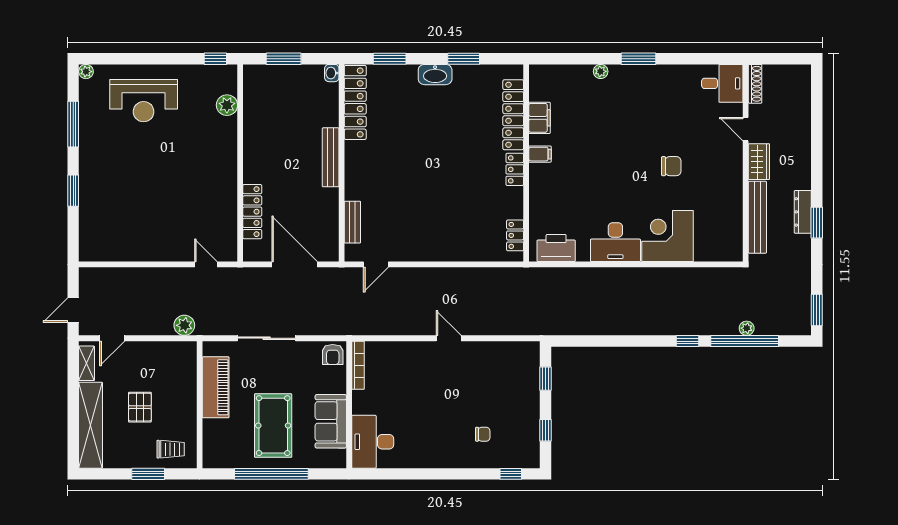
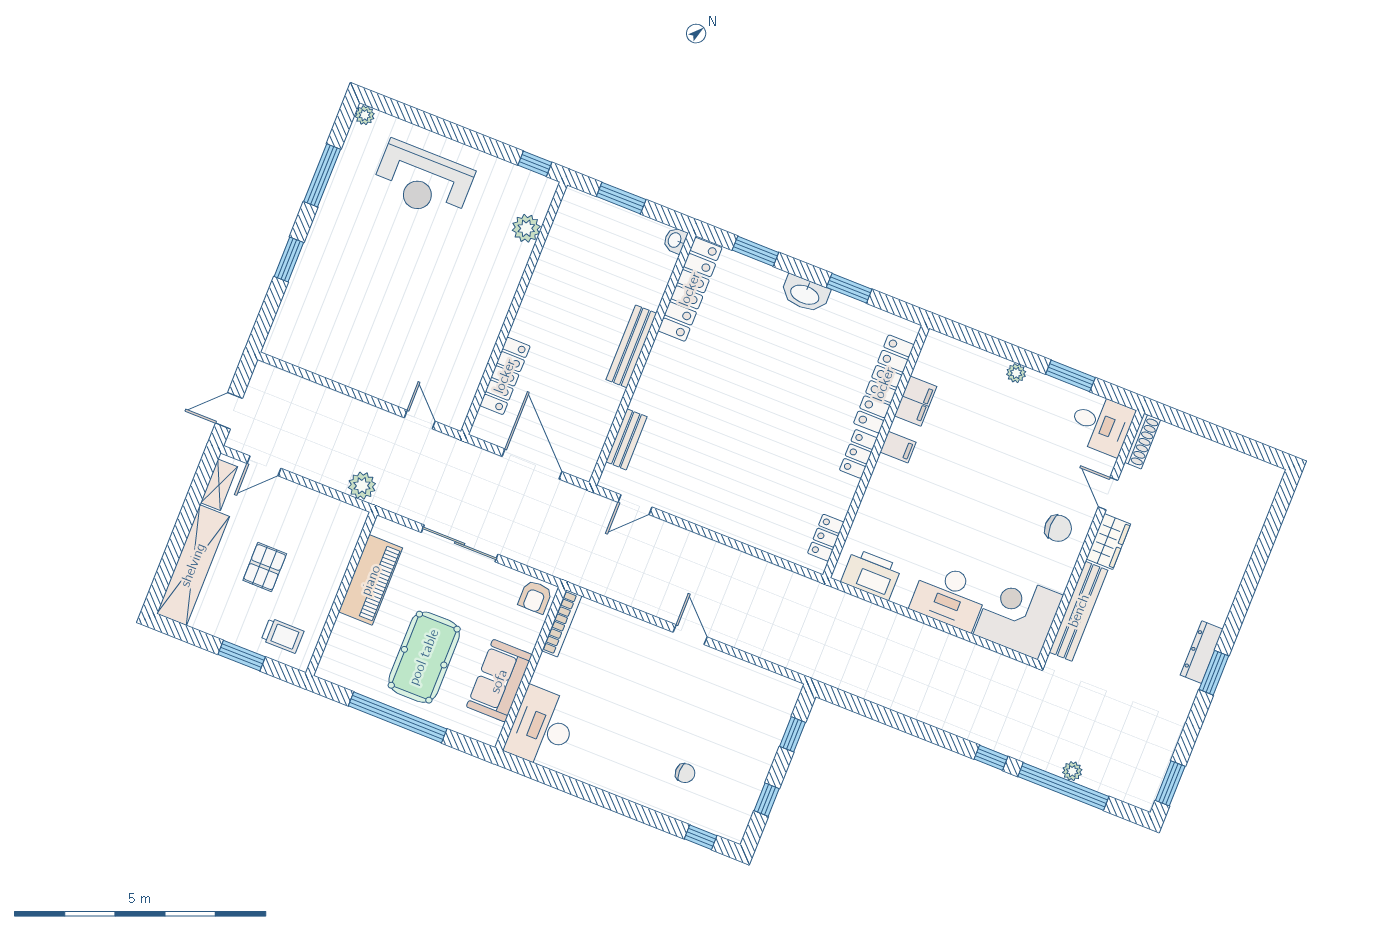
desk: (722, 83) -> (1101, 424), moved
shoe rack: (755, 84) -> (1142, 441), moved
door: (746, 129) -> (1108, 494), moved
wardrobe: (759, 162) -> (1108, 542), moved
wall: (746, 163) -> (1091, 537), moved
bench: (757, 217) -> (1079, 611), moved

